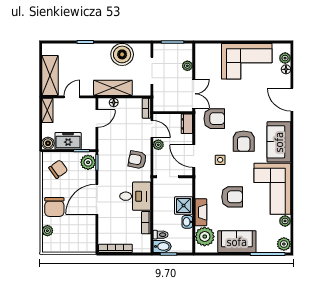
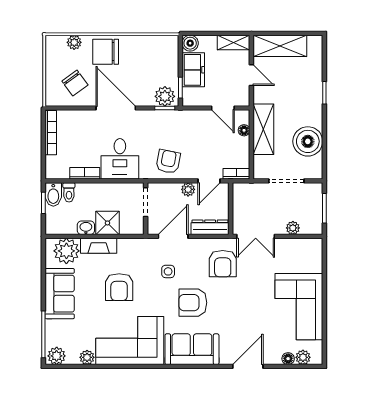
dresser: (187, 124) -> (210, 227), width x1.44
chair: (58, 169) -> (75, 83), moved

